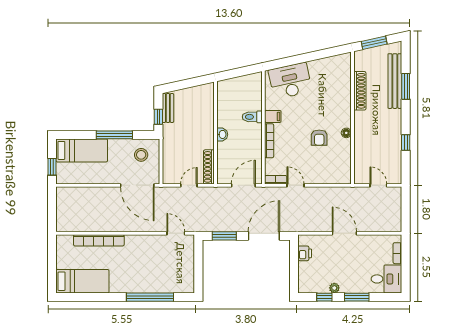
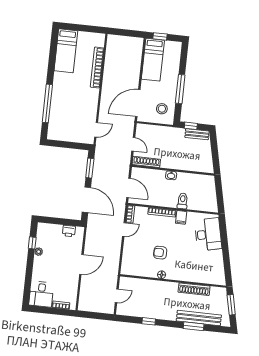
bed: (82, 150) -> (153, 60), moved
window: (357, 297) -> (29, 269), removed

